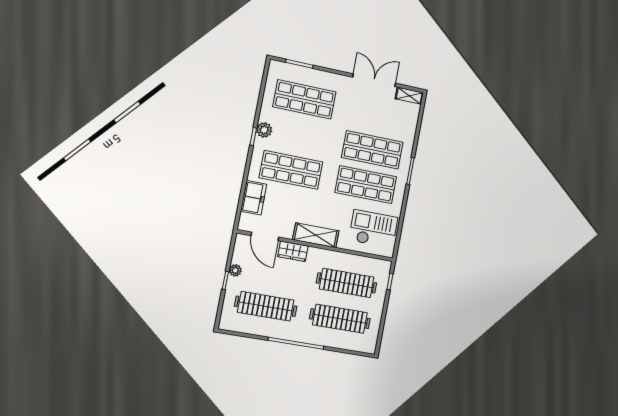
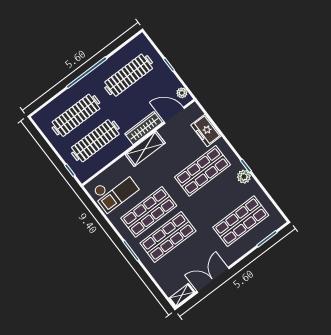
double door: (374, 80) -> (213, 280), swing flipped
wardrobe: (293, 251) -> (144, 128), width x1.50
plant: (235, 270) -> (182, 93), moved

